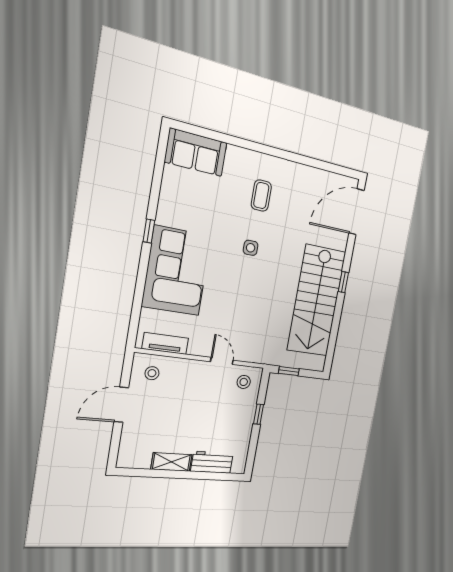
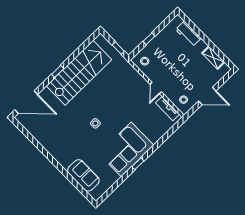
sofa: (196, 152) -> (83, 175), moved
coffee table: (261, 196) -> (73, 144), removed
corner sofa: (177, 271) -> (126, 149), moved
door: (222, 361) -> (156, 88), moved
shelving: (171, 462) -> (213, 58), moved

